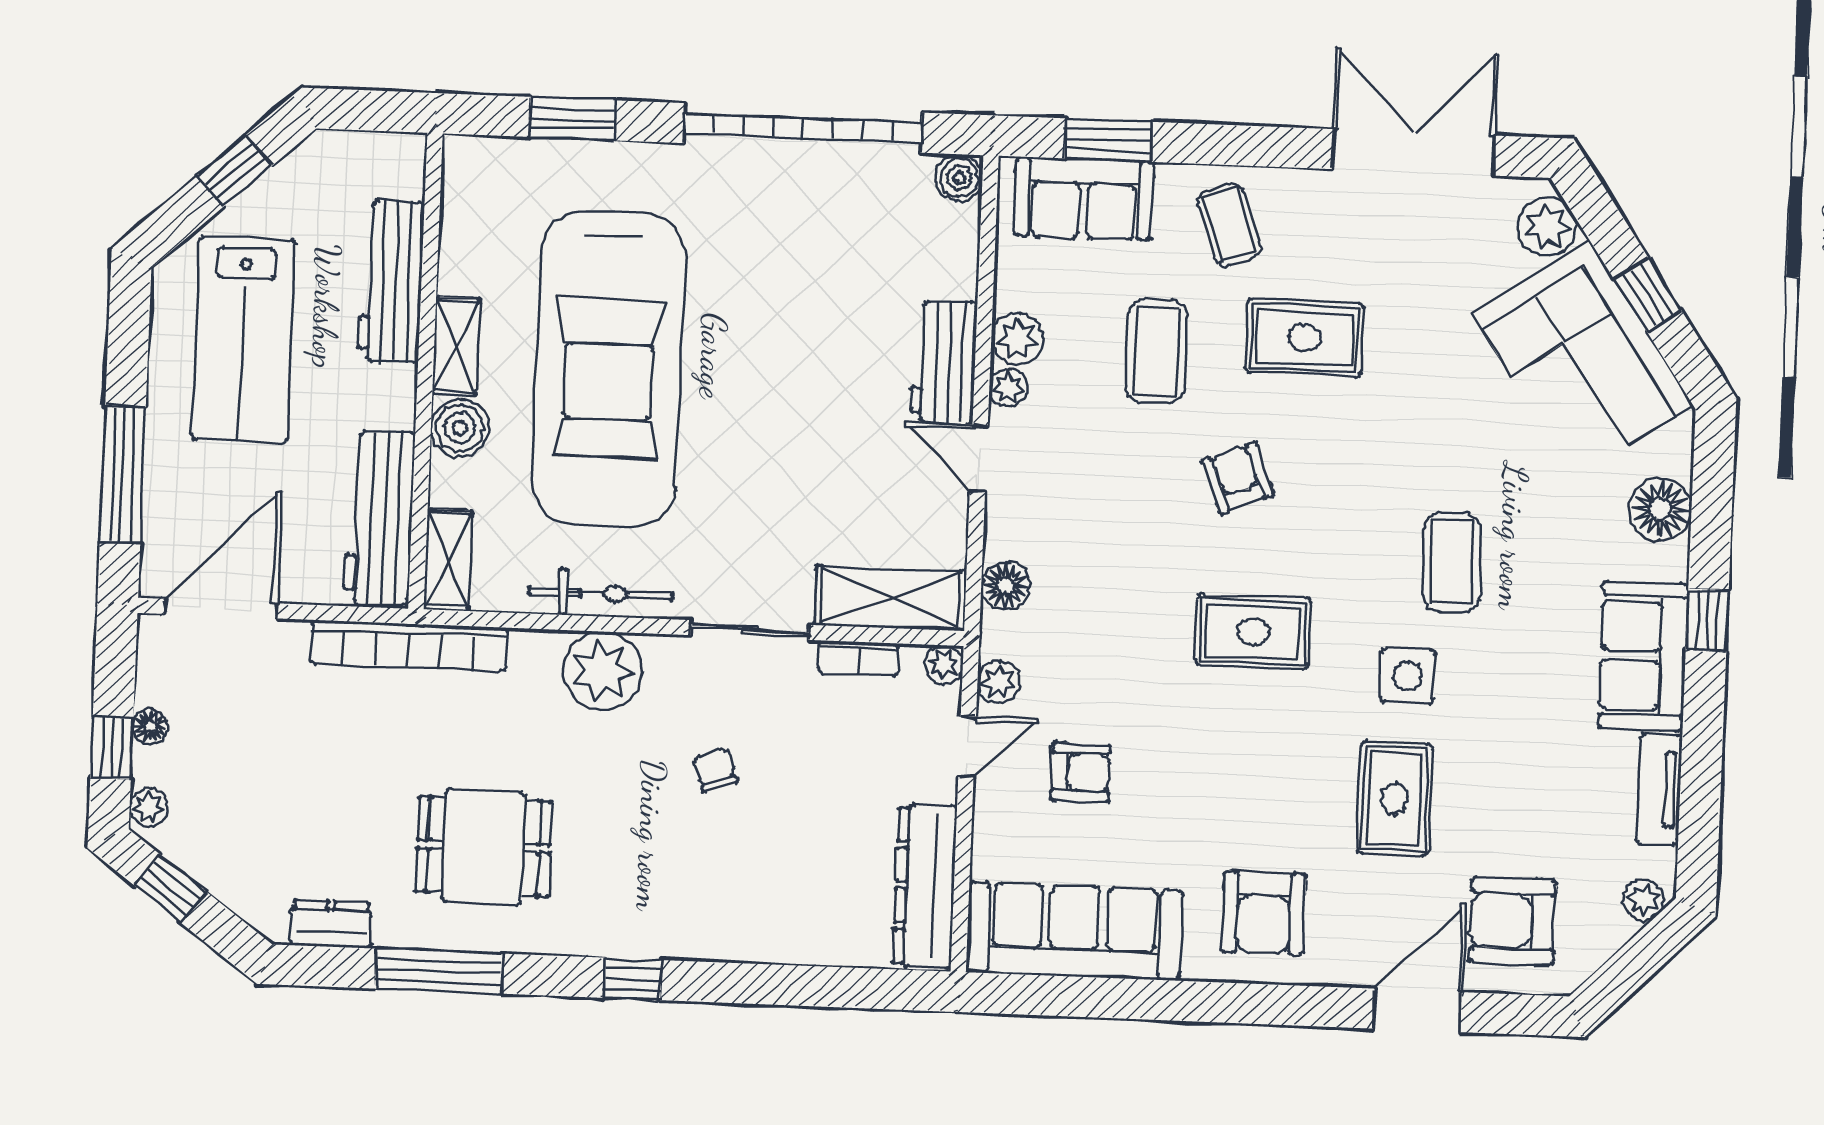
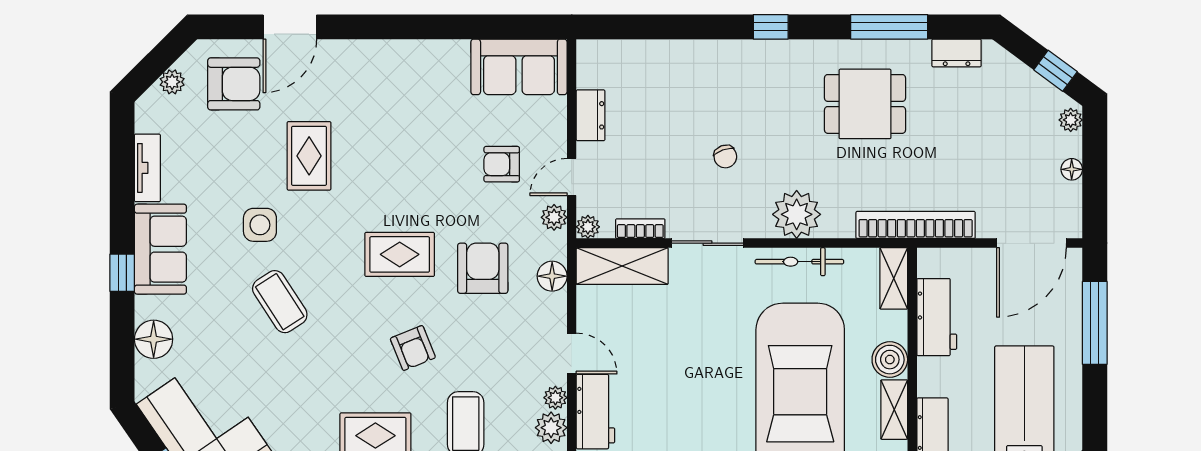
workbench: (379, 518) -> (937, 317), width x0.73
coffee table: (1452, 562) -> (280, 302), turned -31
side table: (1407, 676) -> (260, 225), moved
window: (112, 748) -> (1095, 155), removed
dresser: (925, 886) -> (591, 115), width x0.51, depth x0.80
plant: (1644, 900) -> (172, 82), moved
armchair: (1264, 913) -> (483, 268), moved
sofa: (1074, 931) -> (519, 67), width x0.73

